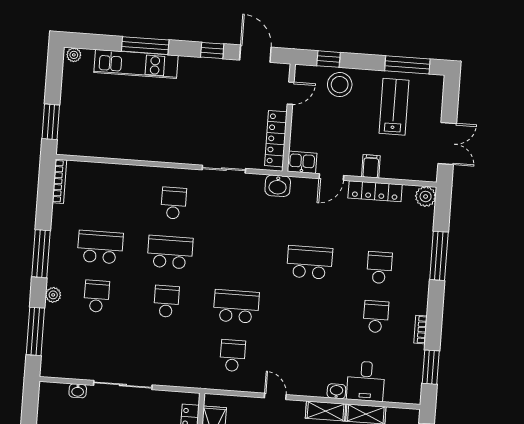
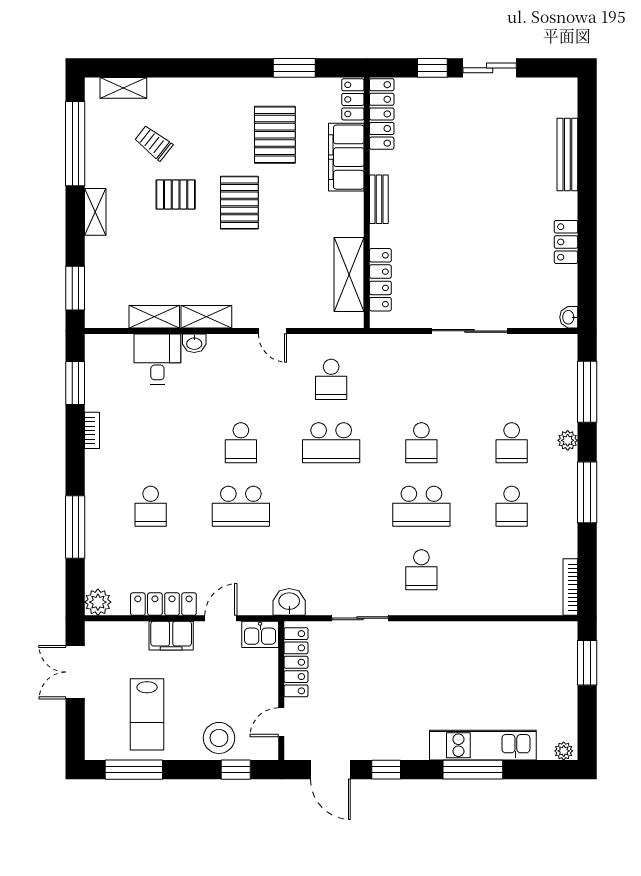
filing cabinet: (371, 166) -> (171, 636), width x2.00
school desk: (100, 247) -> (512, 506), width x0.54
school desk: (376, 317) -> (241, 443), moved
washbasin: (78, 391) -> (569, 317), moved, turned -90

